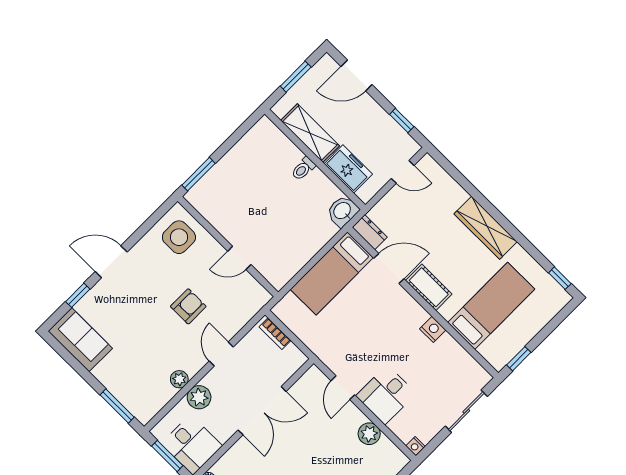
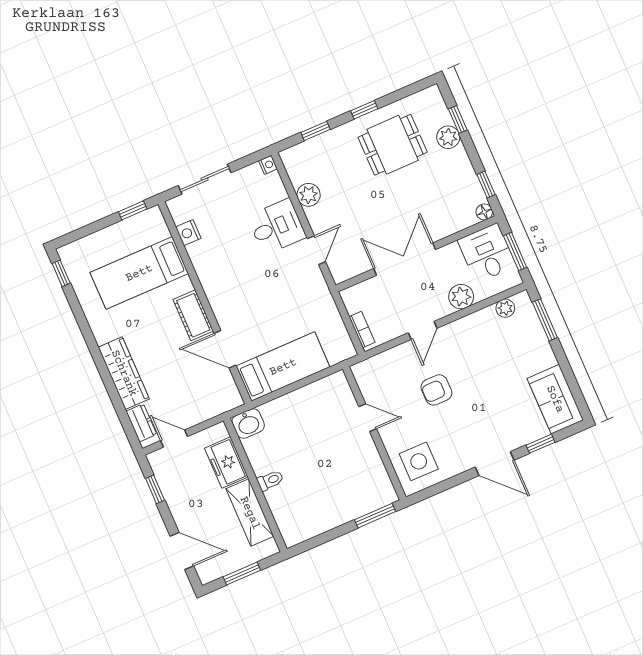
wardrobe: (486, 228) -> (124, 373), moved
dresser: (370, 232) -> (141, 423), moved, turned 180
nightstand: (433, 329) -> (188, 233), moved
plant: (179, 379) -> (505, 308), moved

